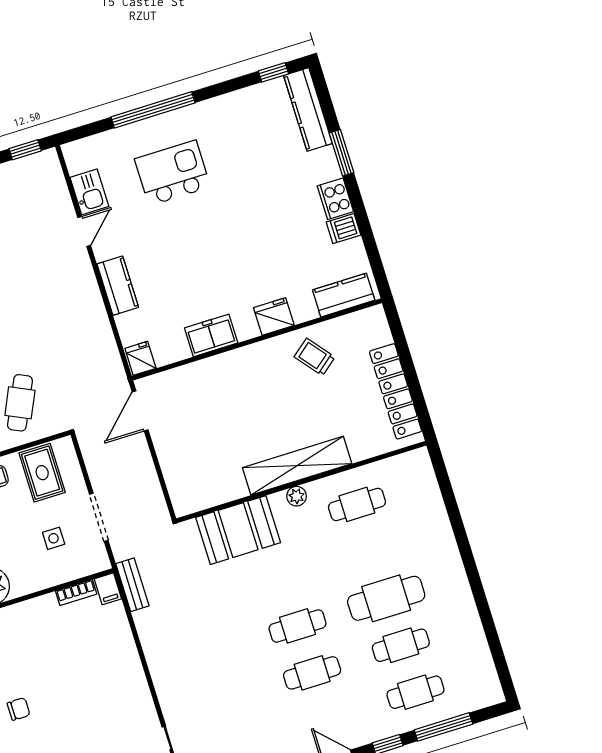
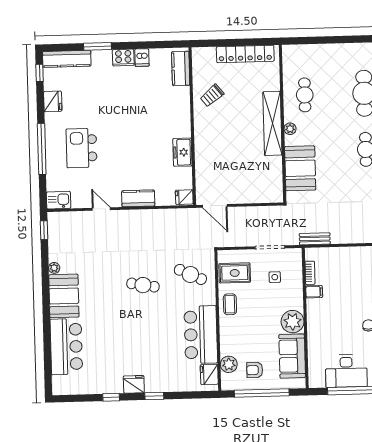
kitchen sink: (89, 192) -> (59, 200), moved
fridge: (274, 316) -> (53, 101), moved, turned 180
filing cabinet: (108, 589) -> (314, 292), moved

